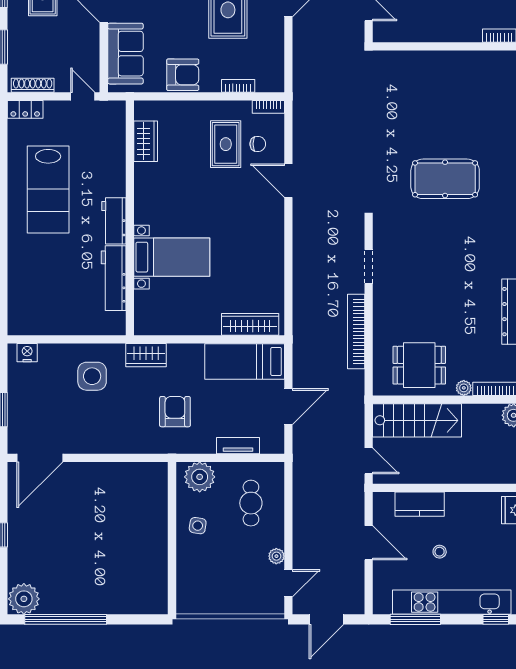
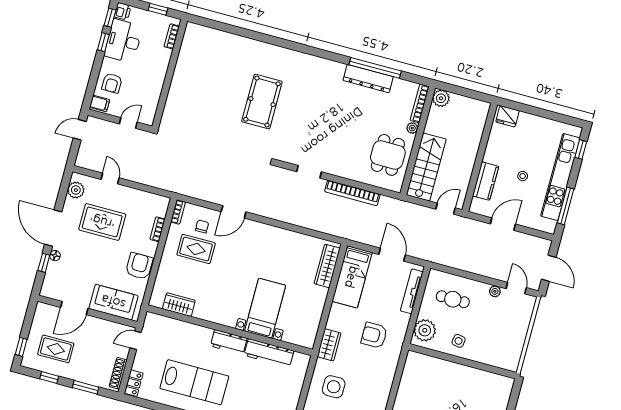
tv unit: (238, 446) -> (412, 291), width x1.41

